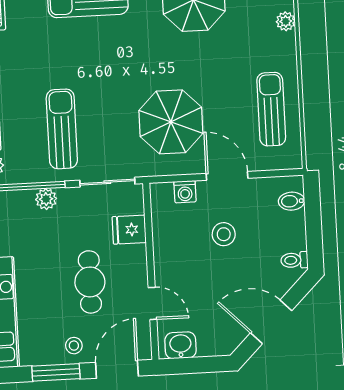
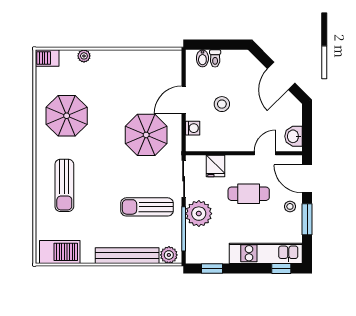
sun lounger: (271, 109) -> (141, 69), removed
plant: (46, 199) -> (199, 214), width x1.88, depth x1.88
toilet: (294, 260) -> (215, 58), moved

